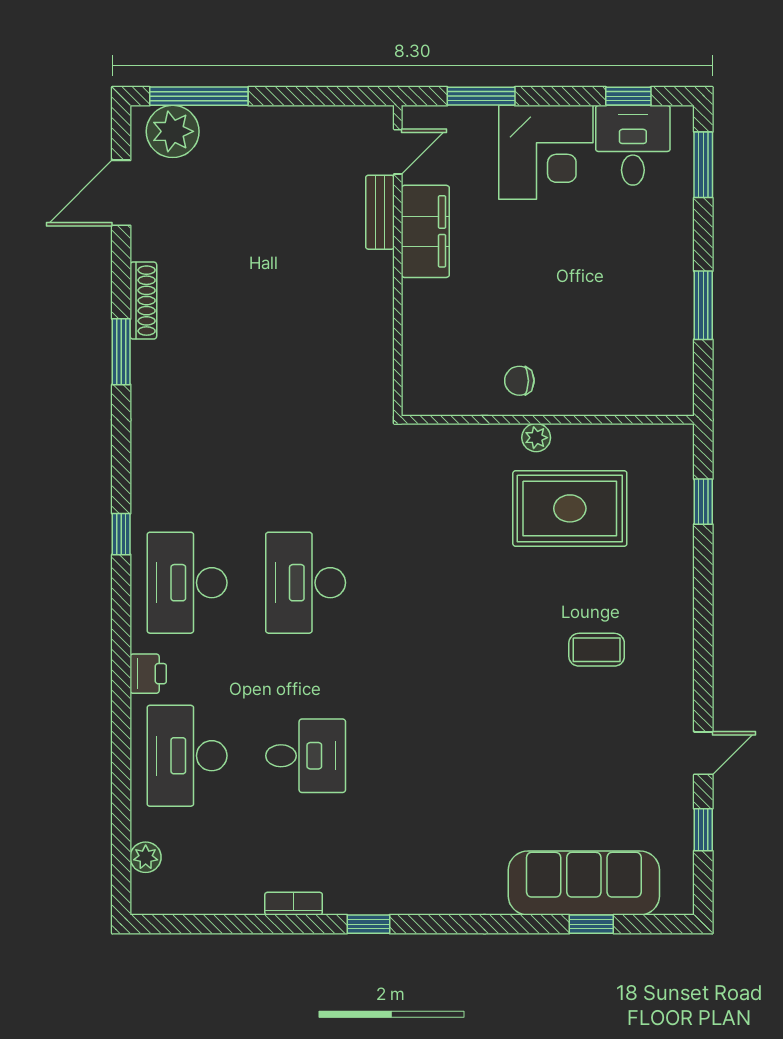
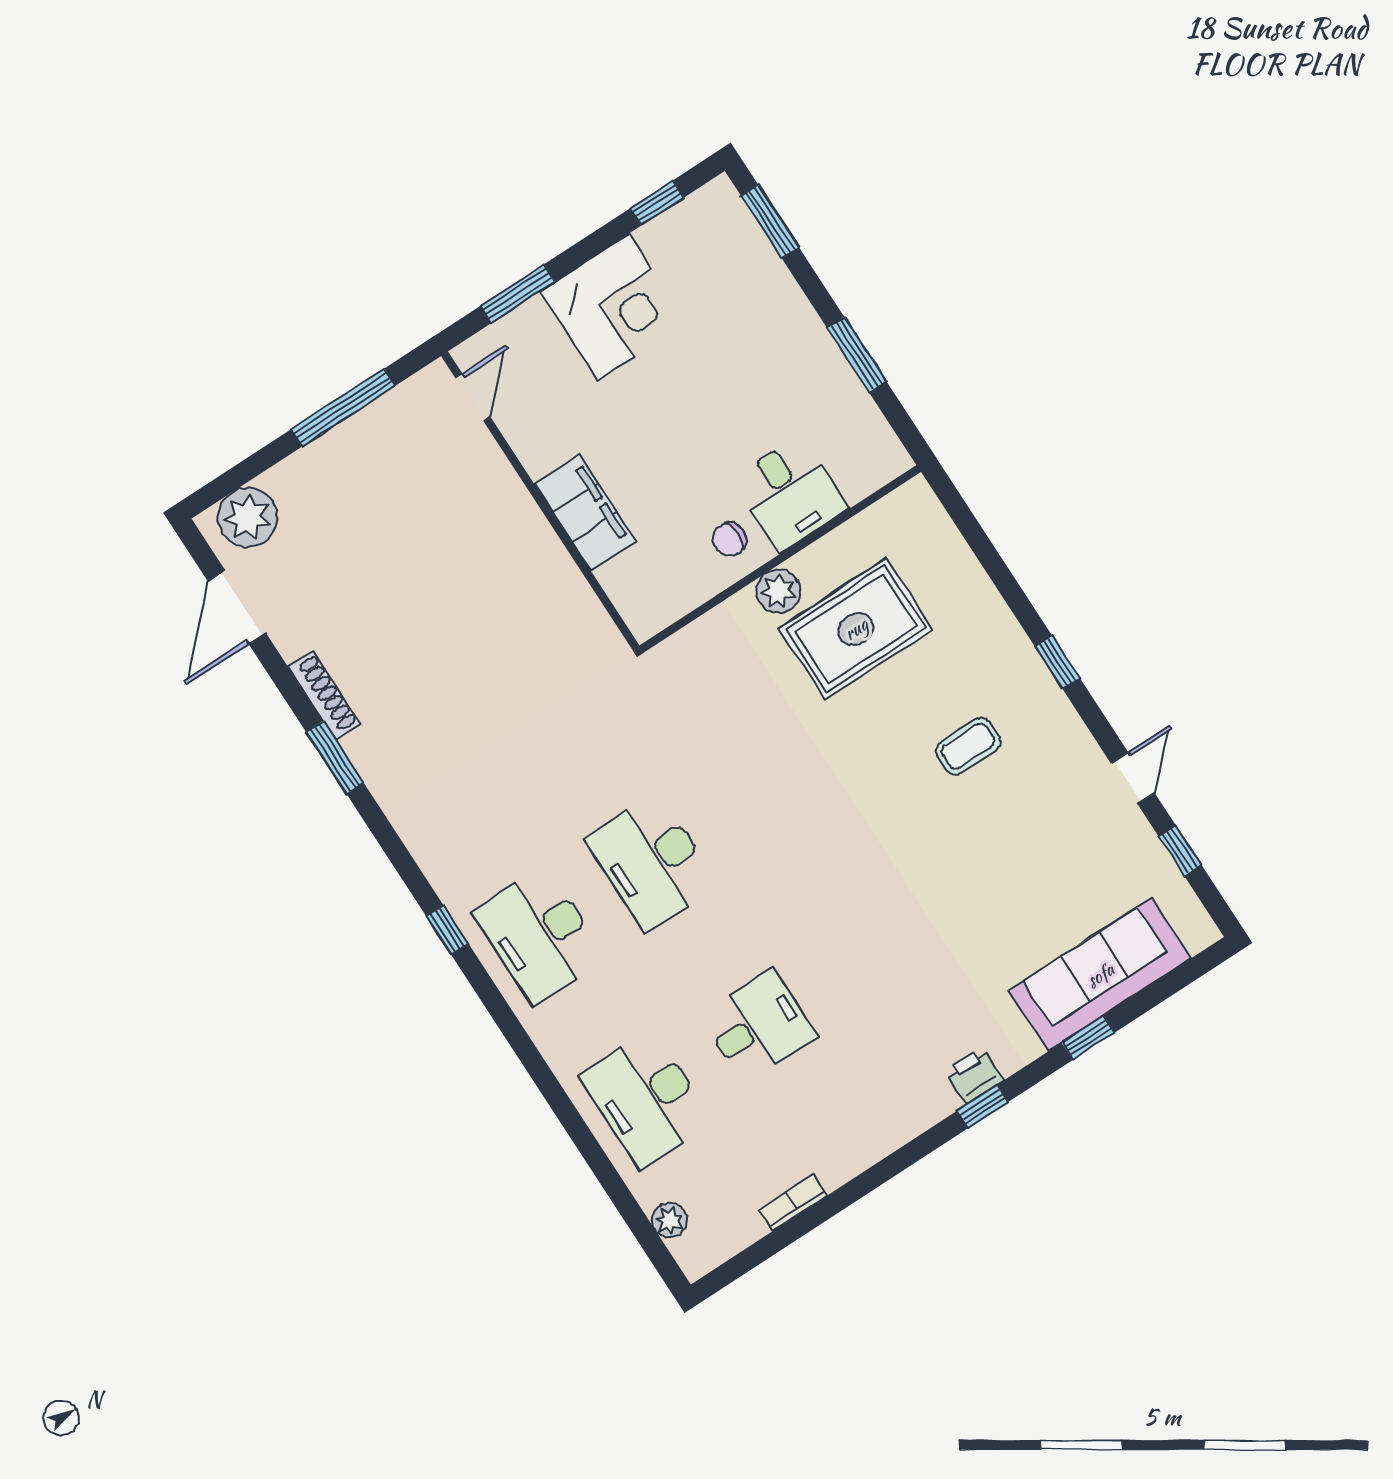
window: (199, 96) -> (343, 408), moved
desk: (633, 145) -> (790, 494), moved, turned 180
bench: (380, 212) -> (494, 466), removed
filing cabinet: (425, 231) -> (585, 513), moved
plant: (536, 438) -> (778, 591), width x1.38, depth x1.38
window: (703, 502) -> (1057, 662), moved
printer: (148, 674) -> (974, 1075), moved, turned -90
bookcase: (294, 904) -> (793, 1202), moved
window: (368, 924) -> (982, 1107), moved
window: (591, 924) -> (1088, 1038), moved

